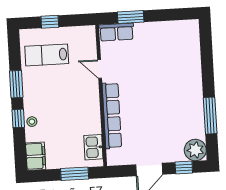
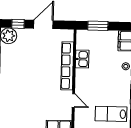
lab bench: (47, 55) -> (111, 114), turned 180
kitchen sink: (93, 147) -> (82, 59), moved

